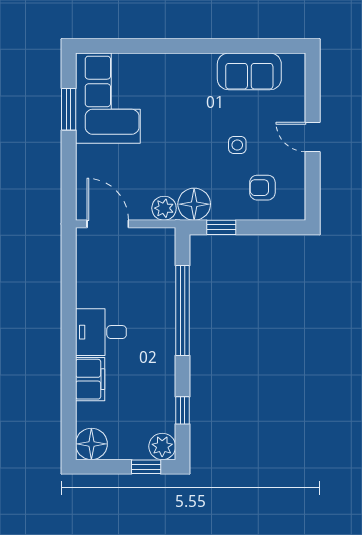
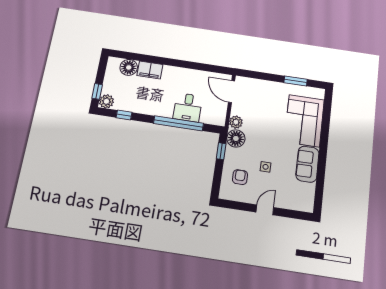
sofa: (249, 71) -> (307, 164), moved
corner sofa: (108, 98) -> (304, 121), moved, turned 90
door: (108, 224) -> (232, 92), swing flipped
desk: (101, 332) -> (188, 107), moved, turned 180
floor lamp: (91, 444) -> (129, 67), moved

